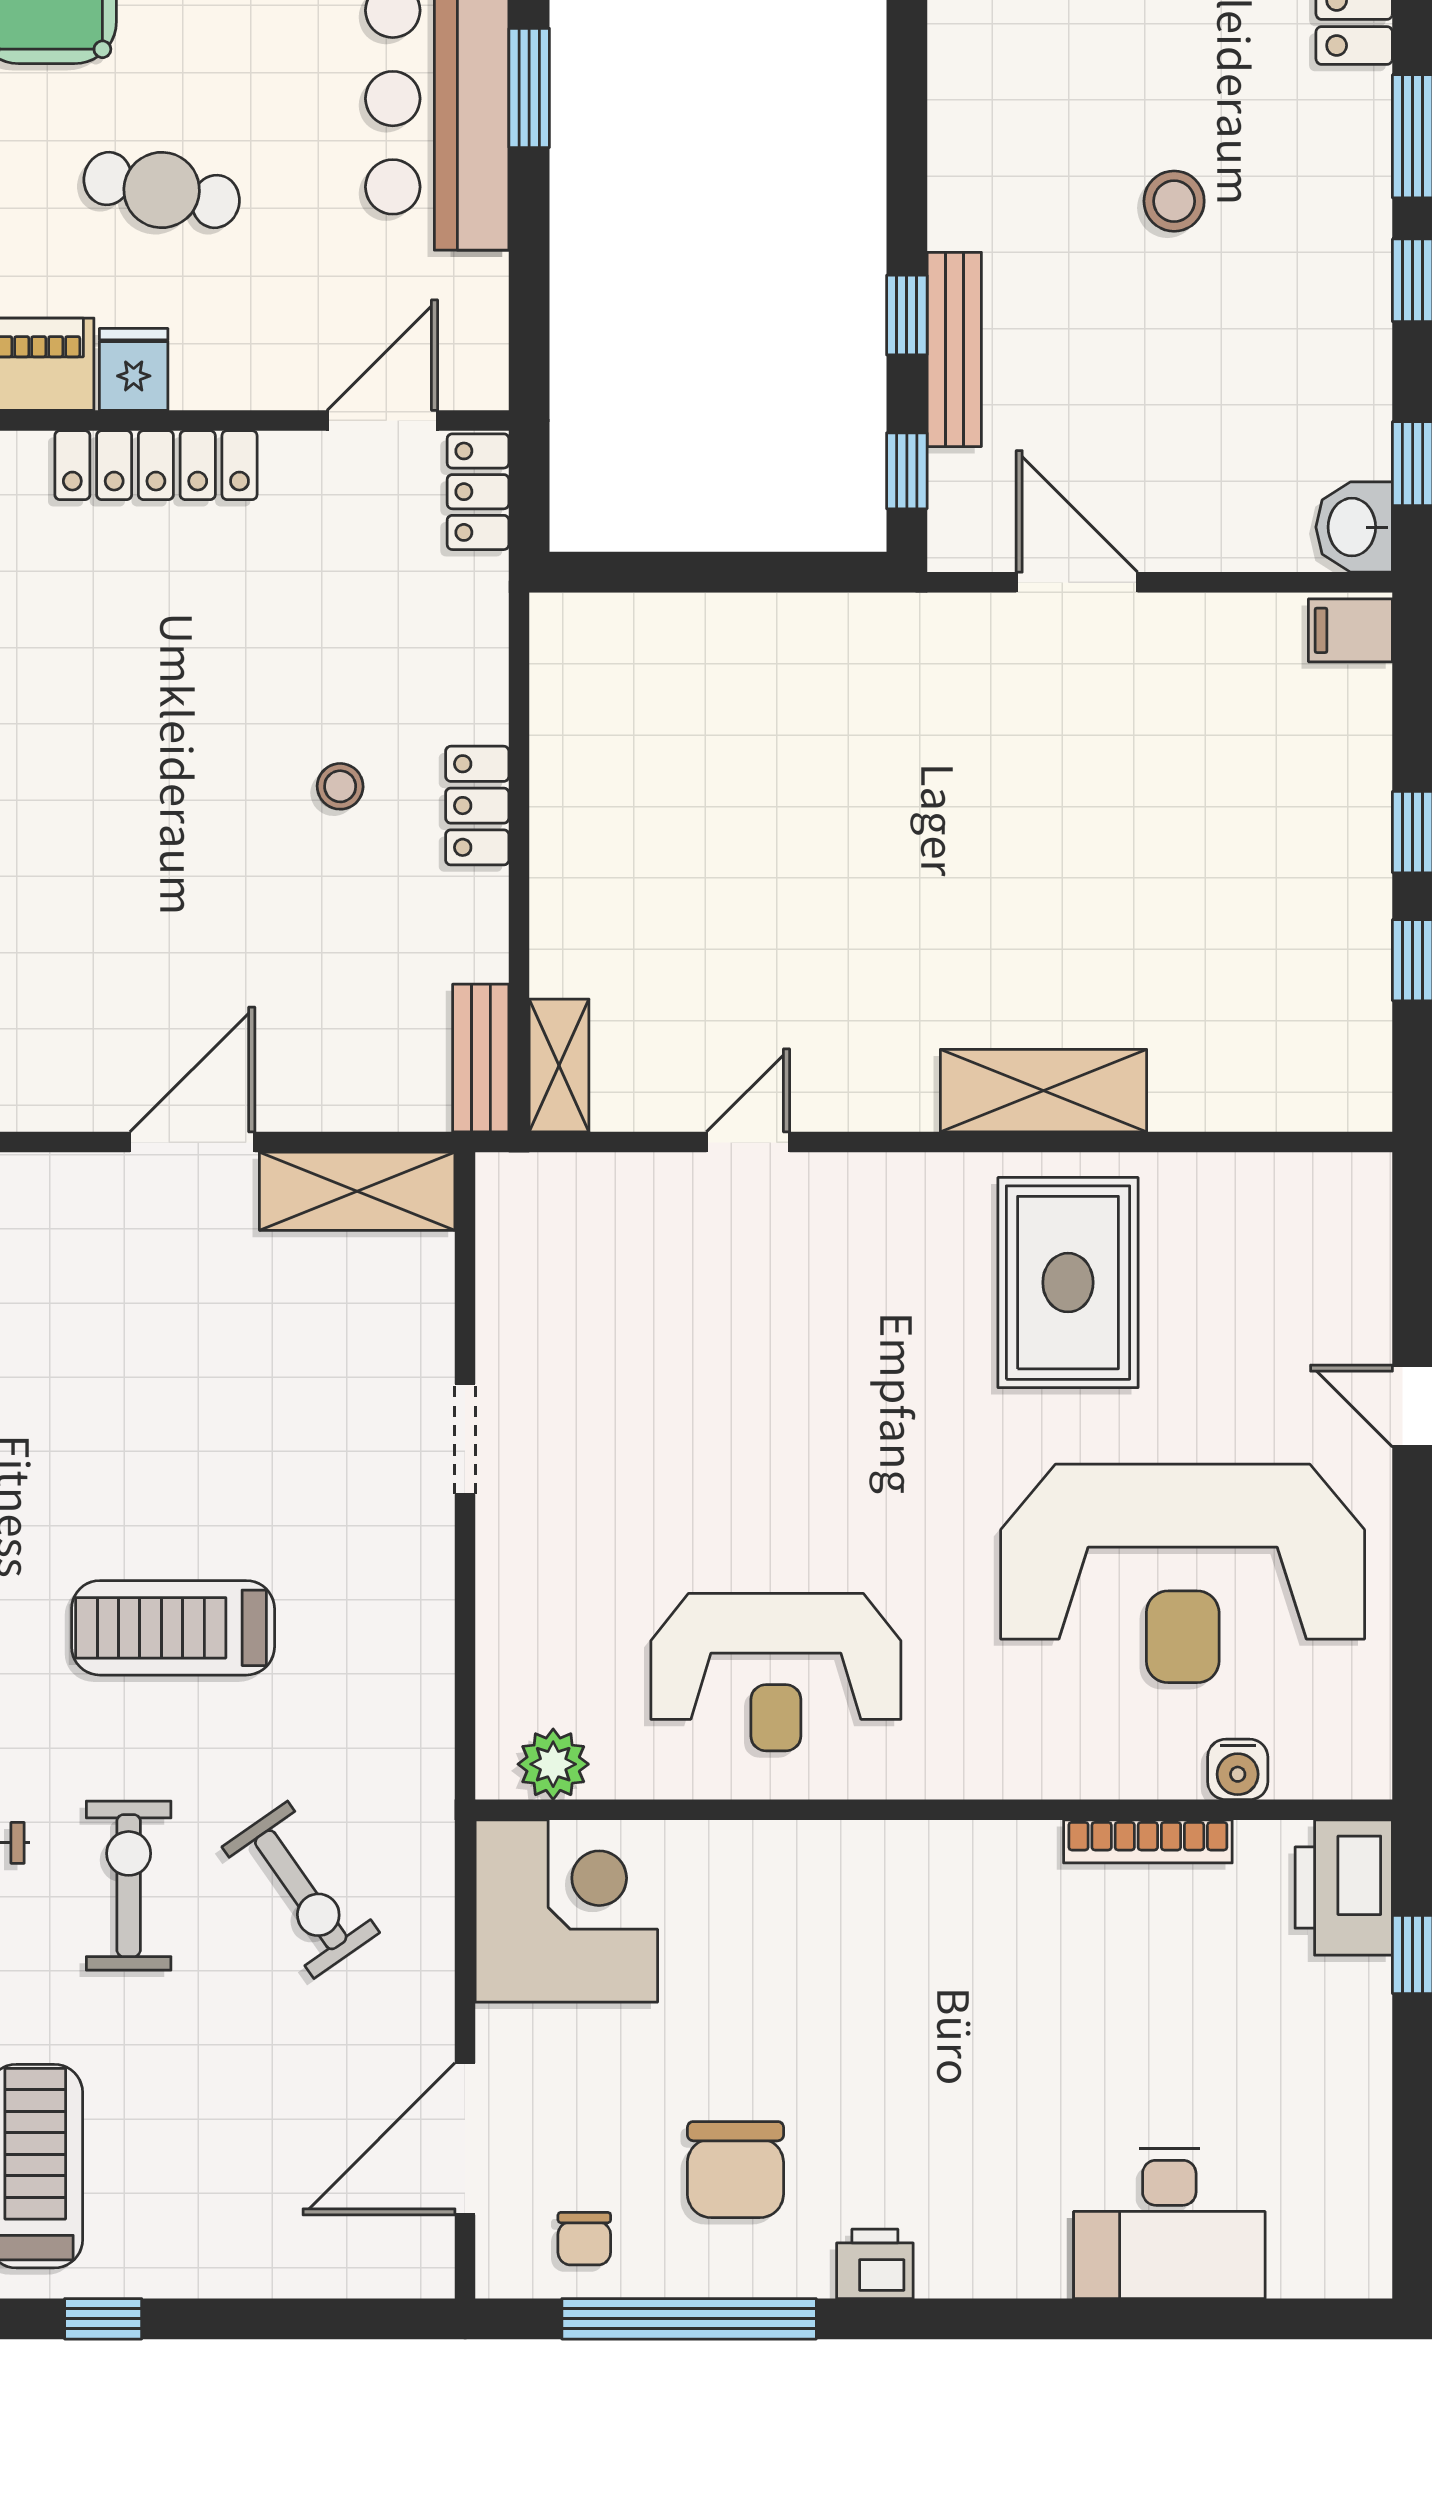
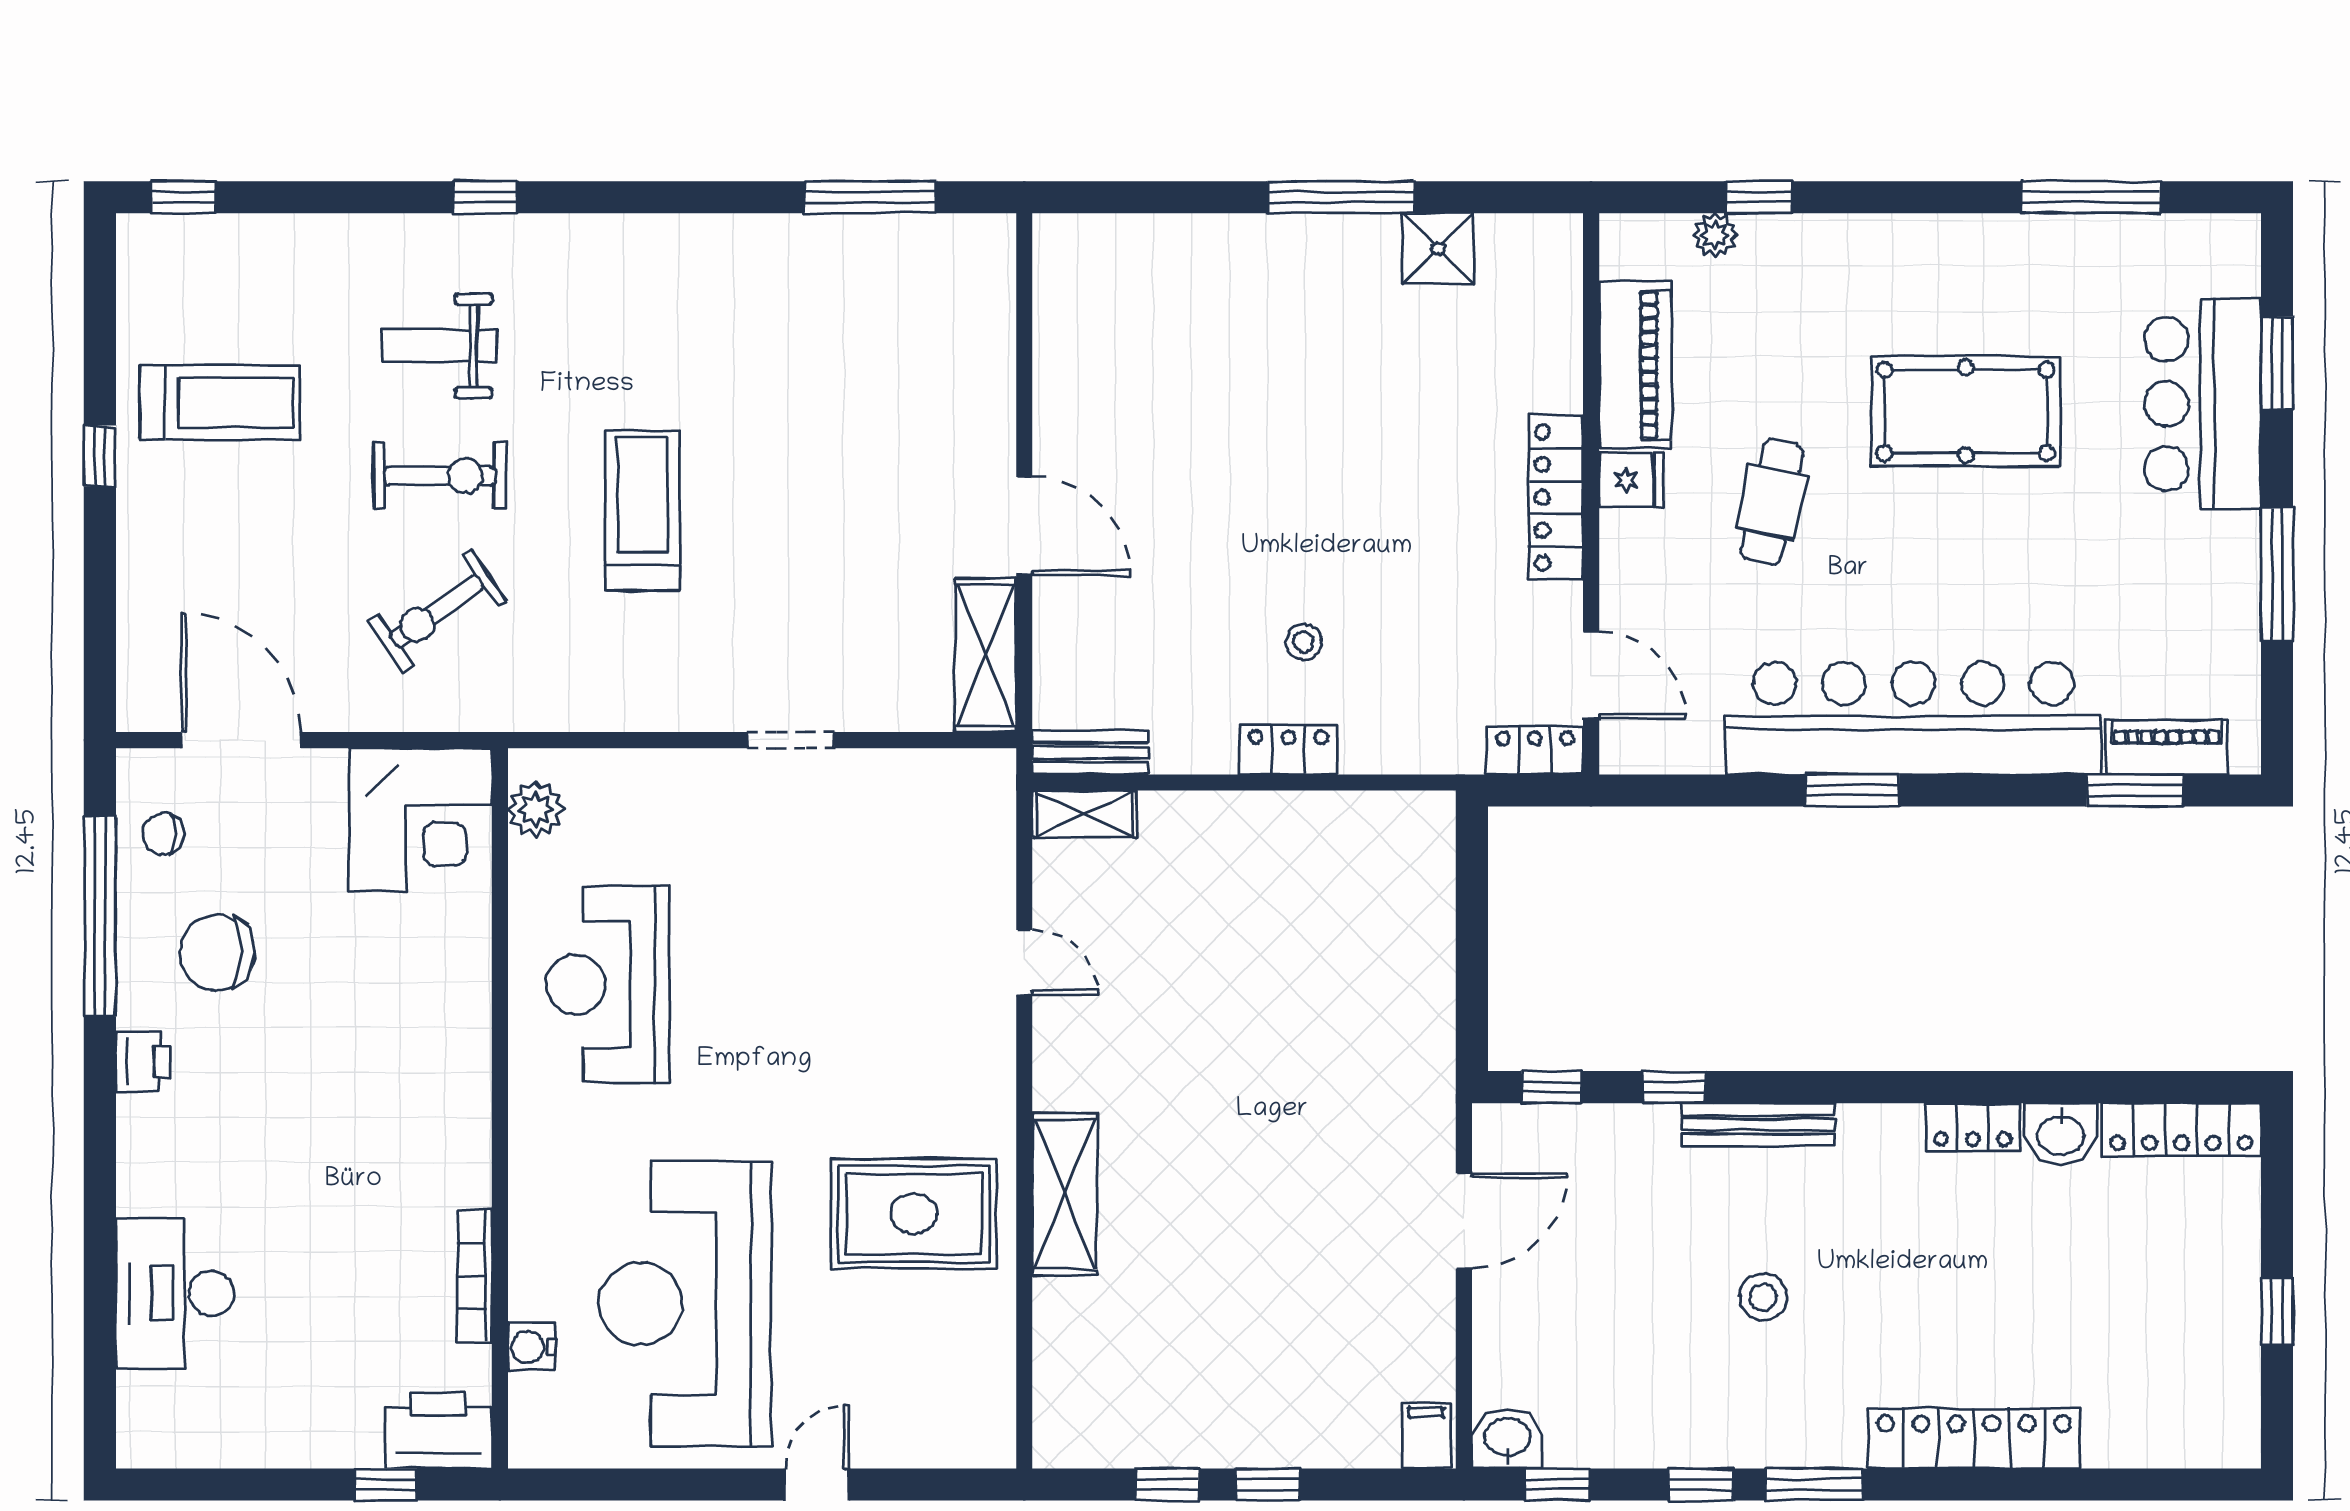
bench: (954, 349) -> (1758, 1124), moved

